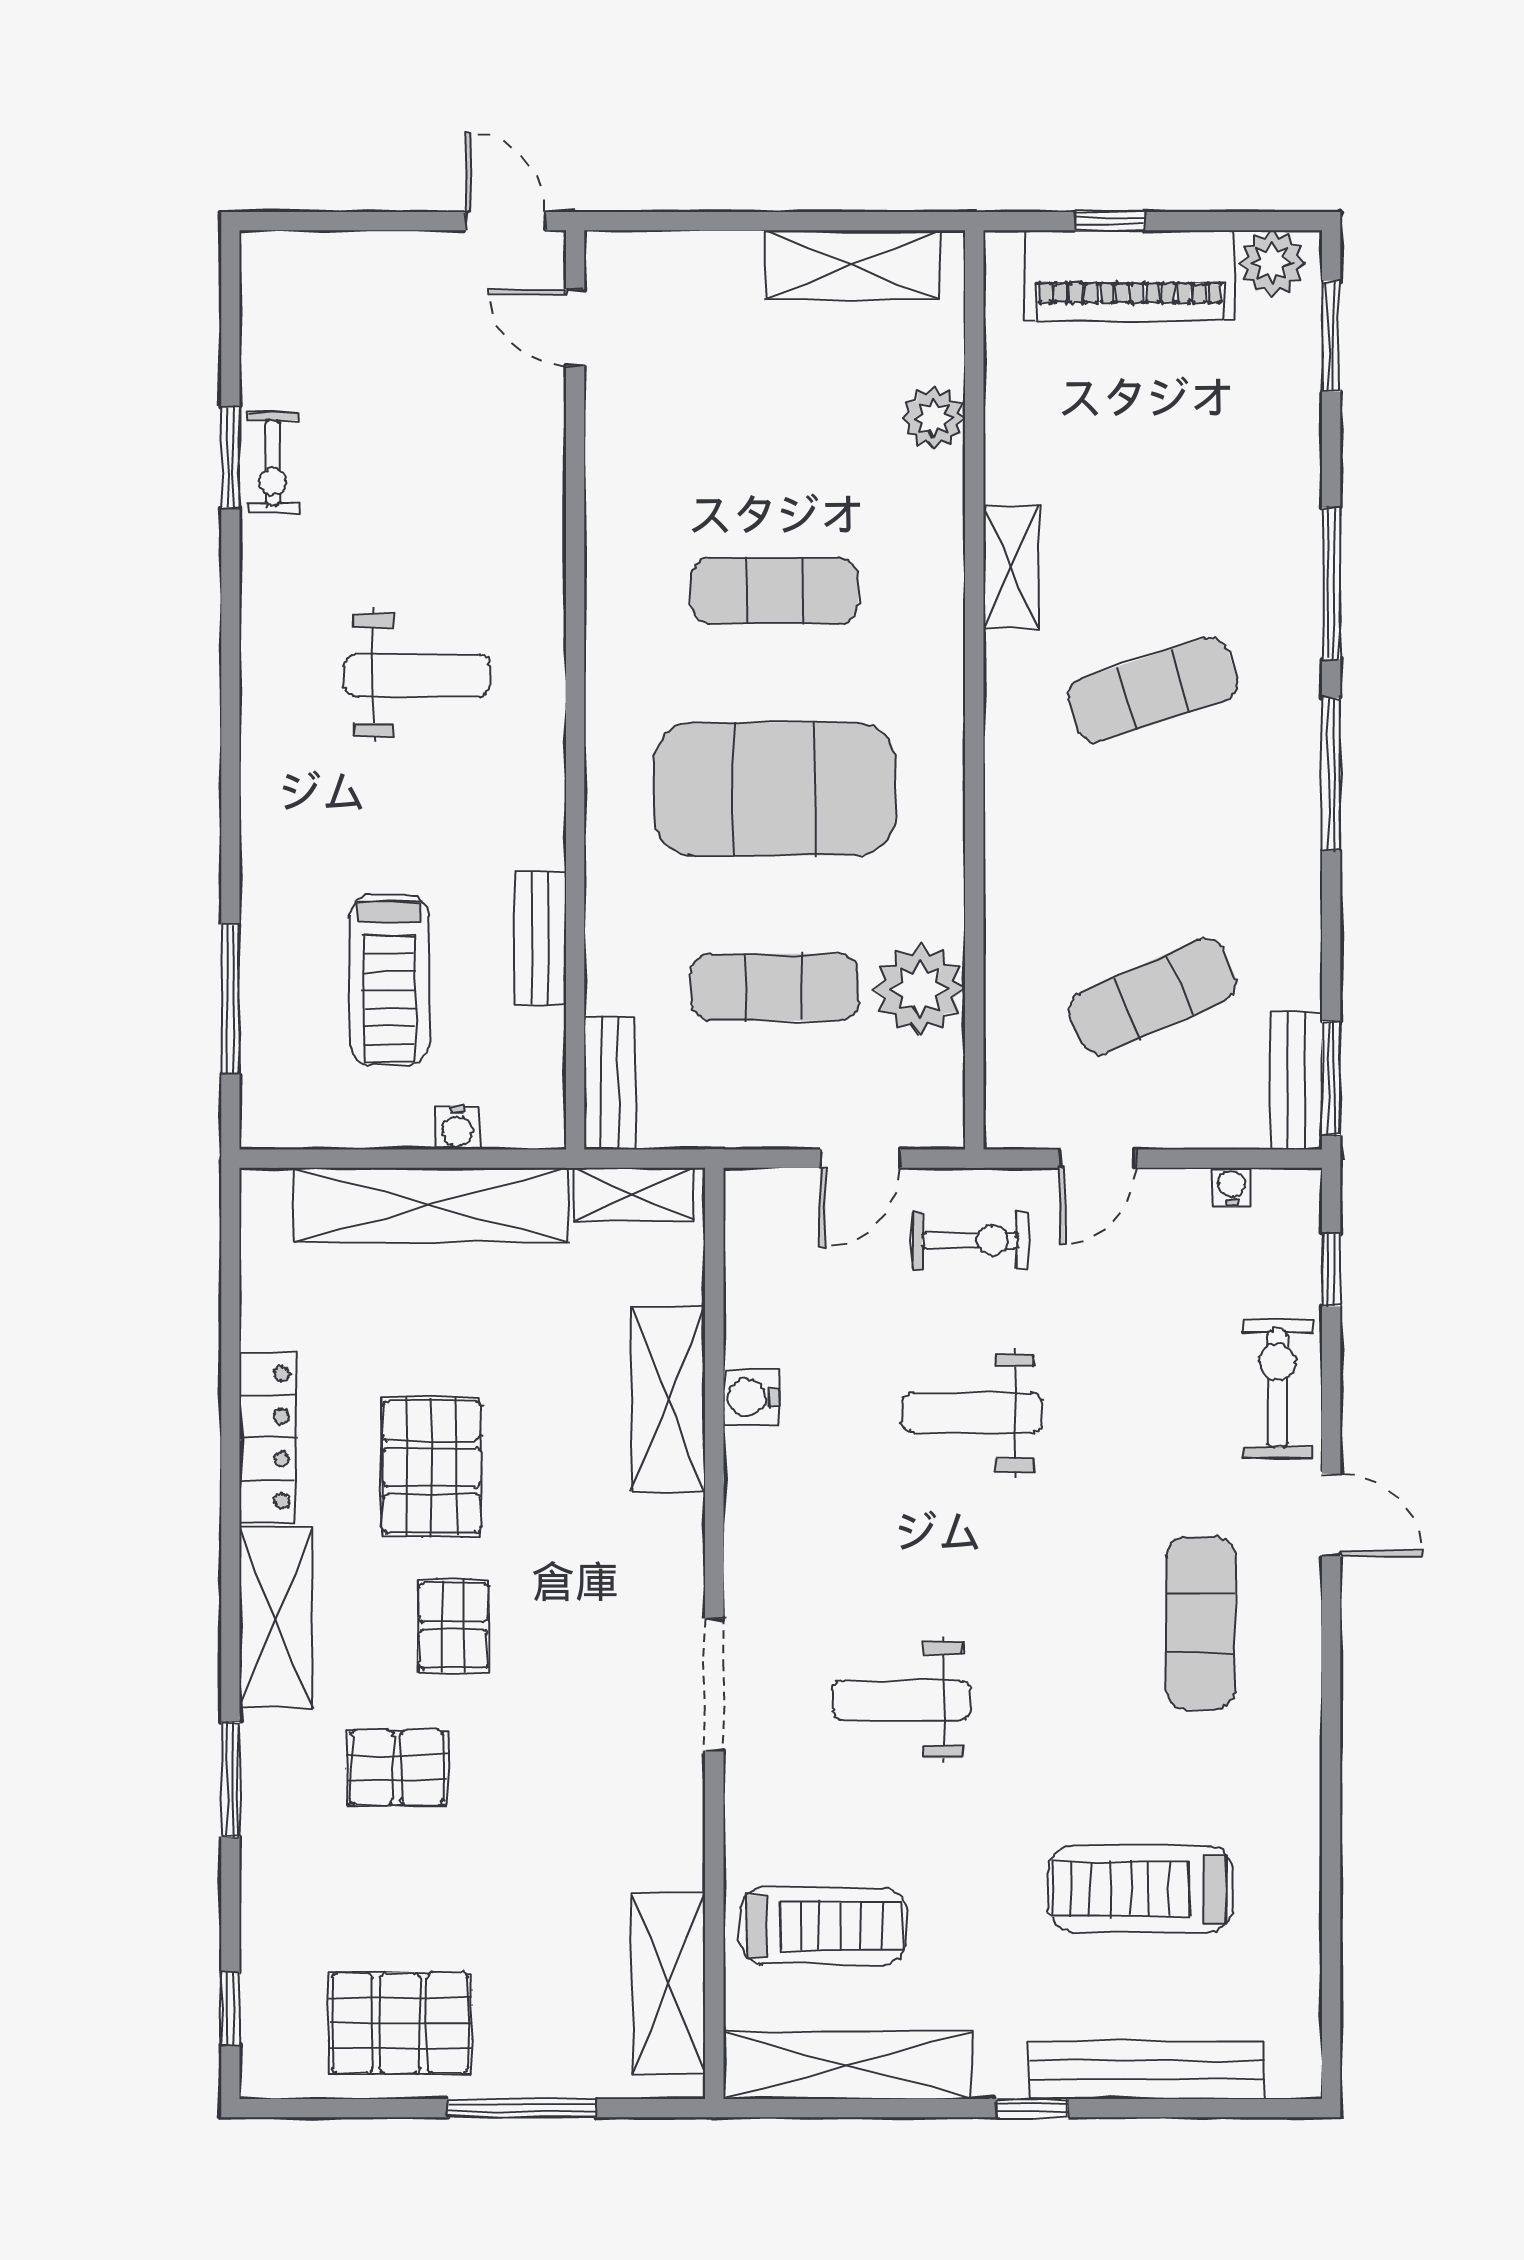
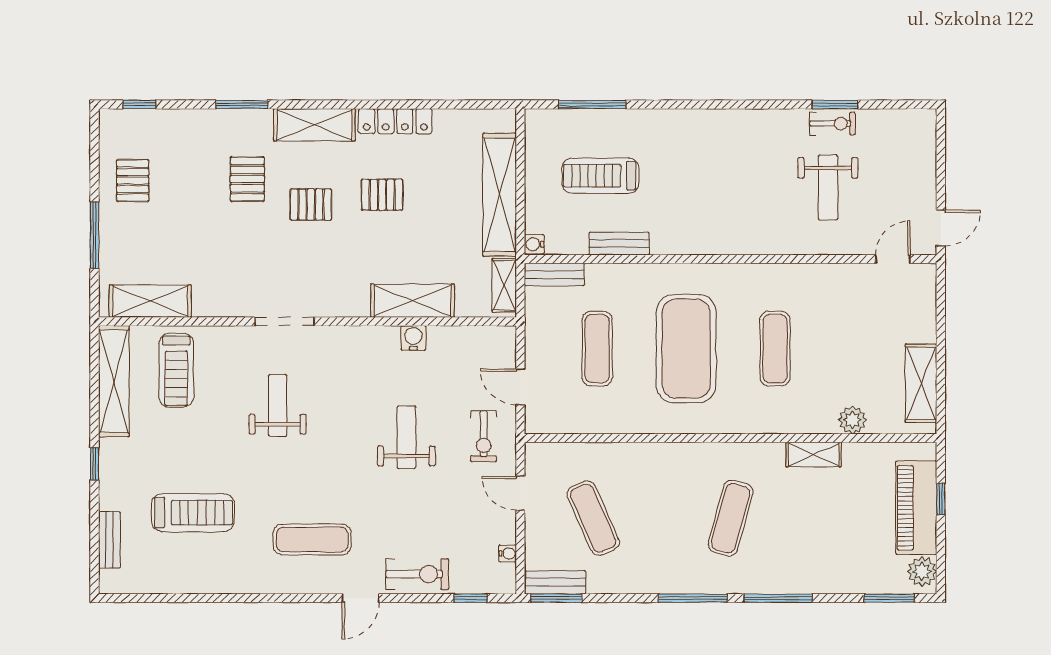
exercise bike: (273, 463) -> (833, 124), turned 180
shelving: (1011, 567) -> (814, 455), moved
weight bench: (417, 675) -> (828, 187), moved
exercise mat: (1153, 690) -> (731, 518), turned 33
plant: (920, 989) -> (596, 414), removed
water cooler: (458, 1128) -> (534, 244), moved
pallet: (432, 1467) -> (382, 195), width x0.67, depth x0.71
treadmill: (1141, 1889) -> (193, 513), turned 90
pallet: (400, 2023) -> (133, 181), width x0.67, depth x0.71
bench: (1147, 2070) -> (109, 540), width x0.54, depth x0.82

